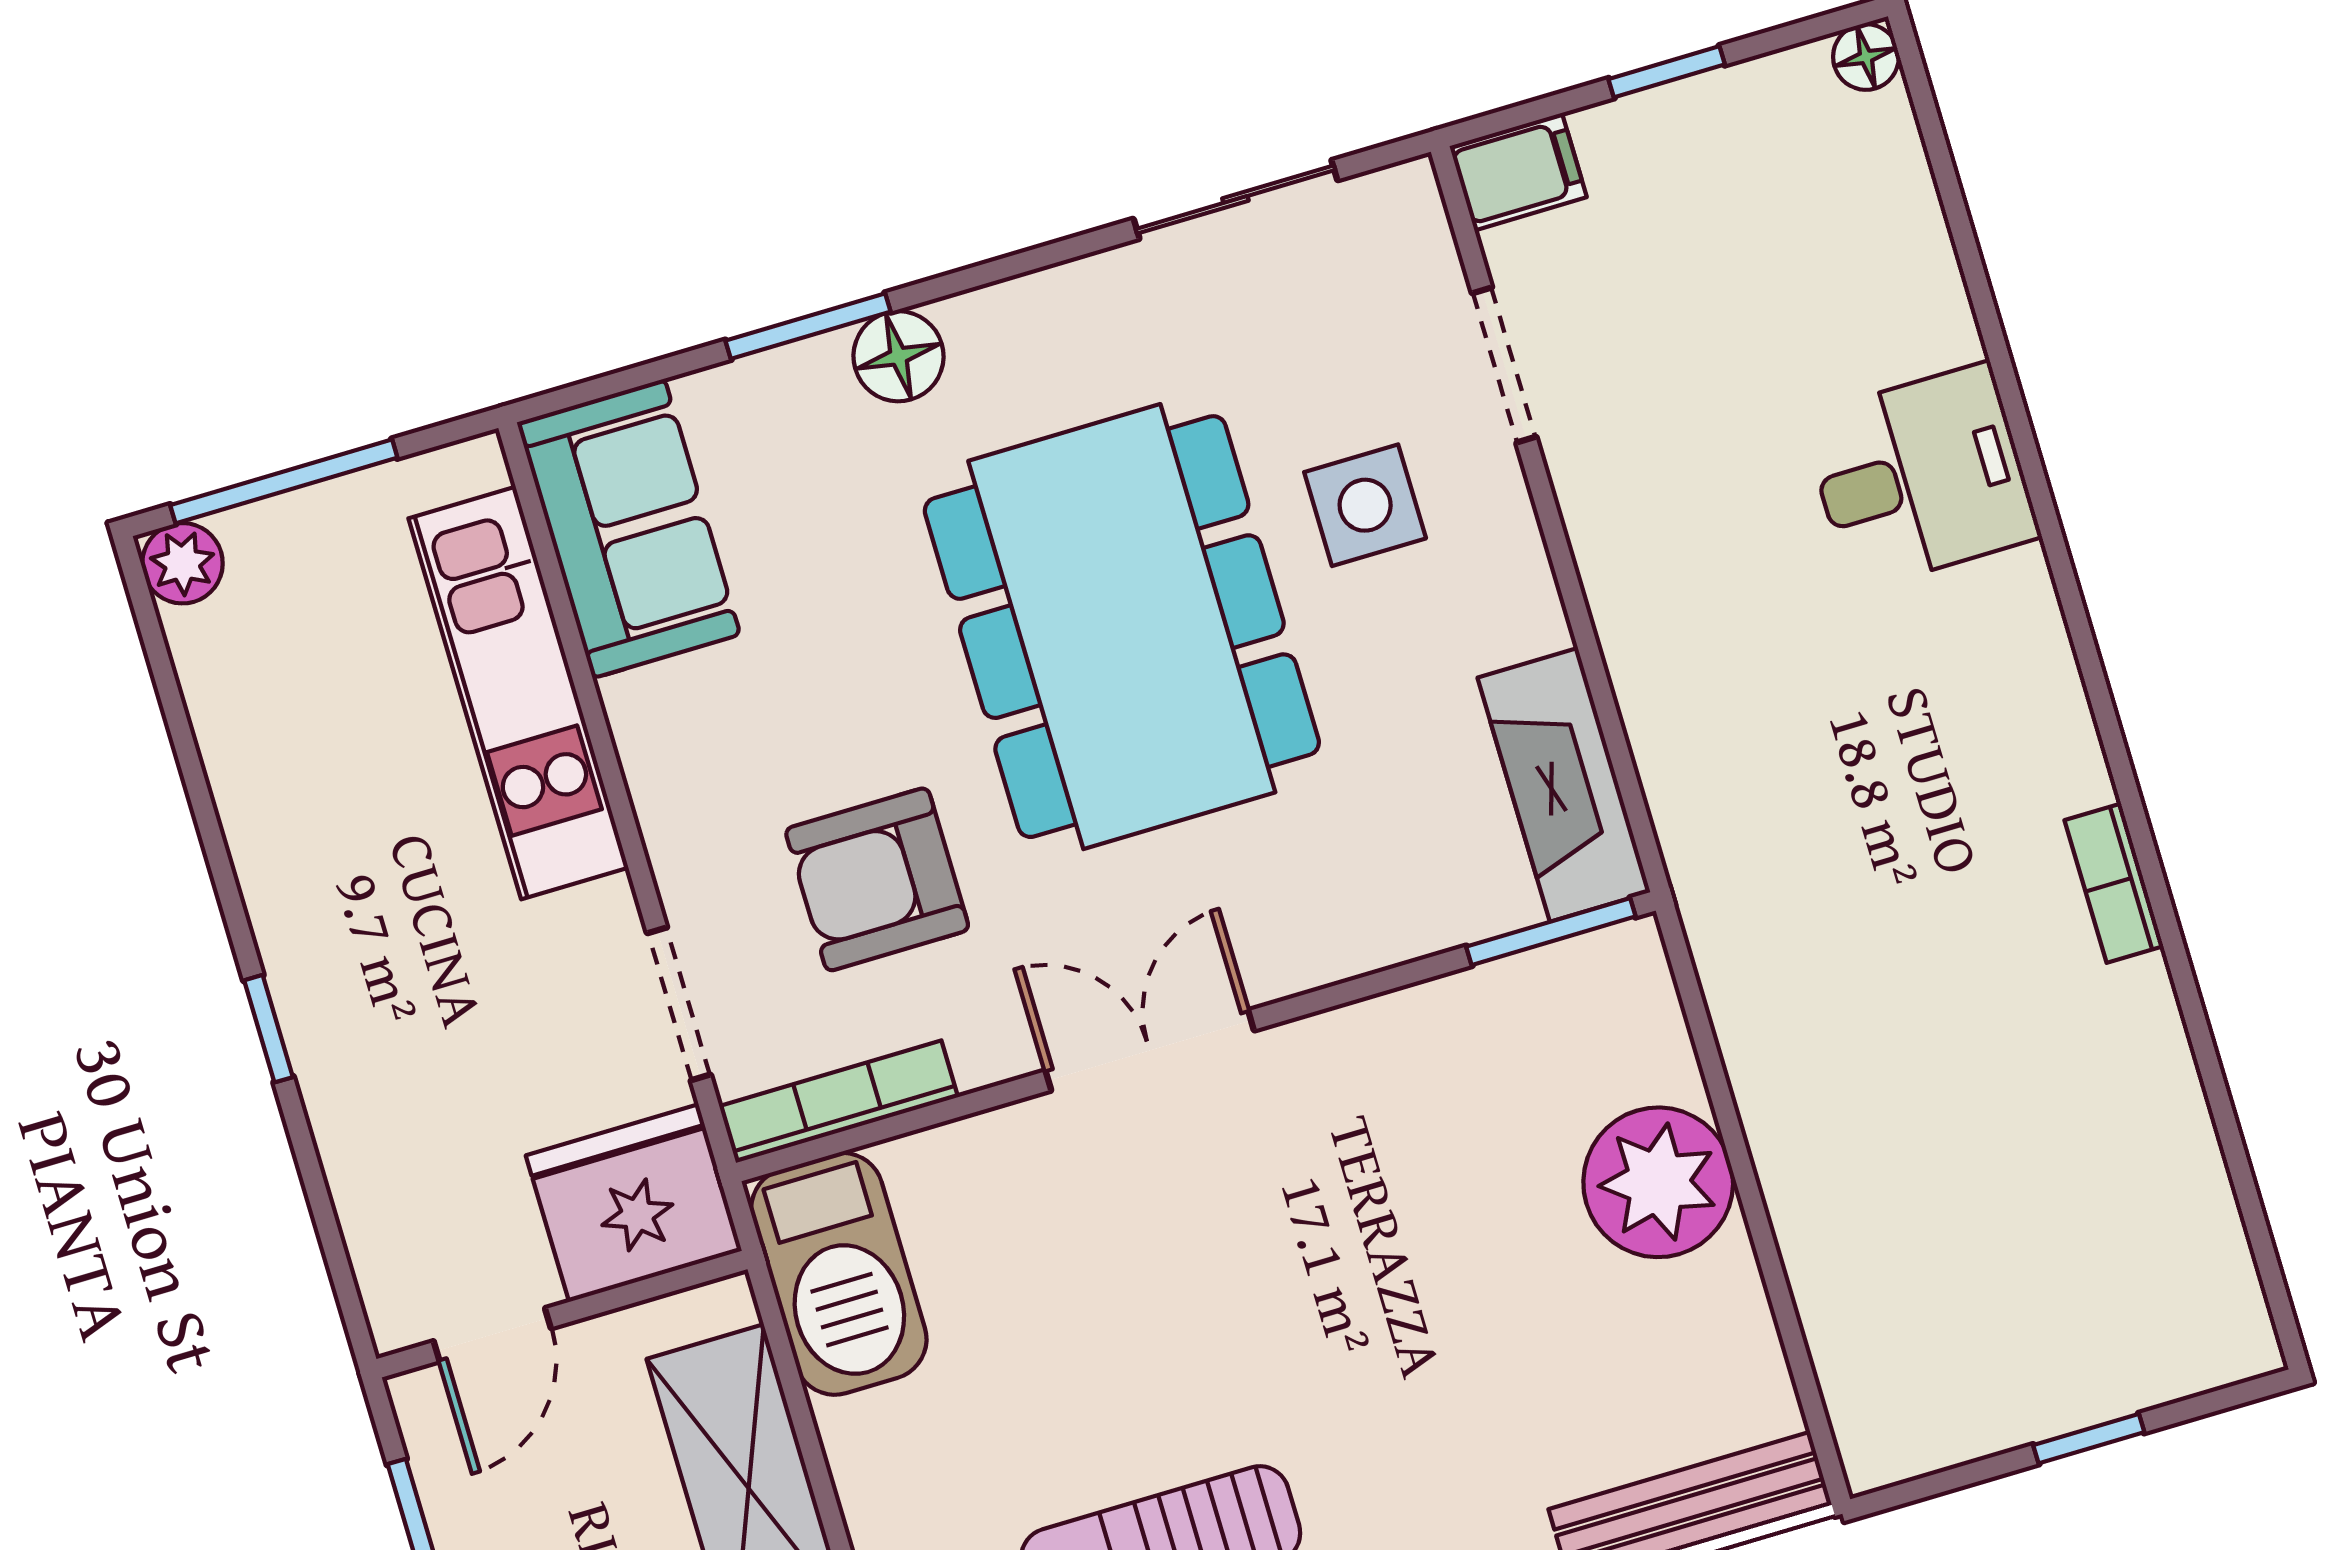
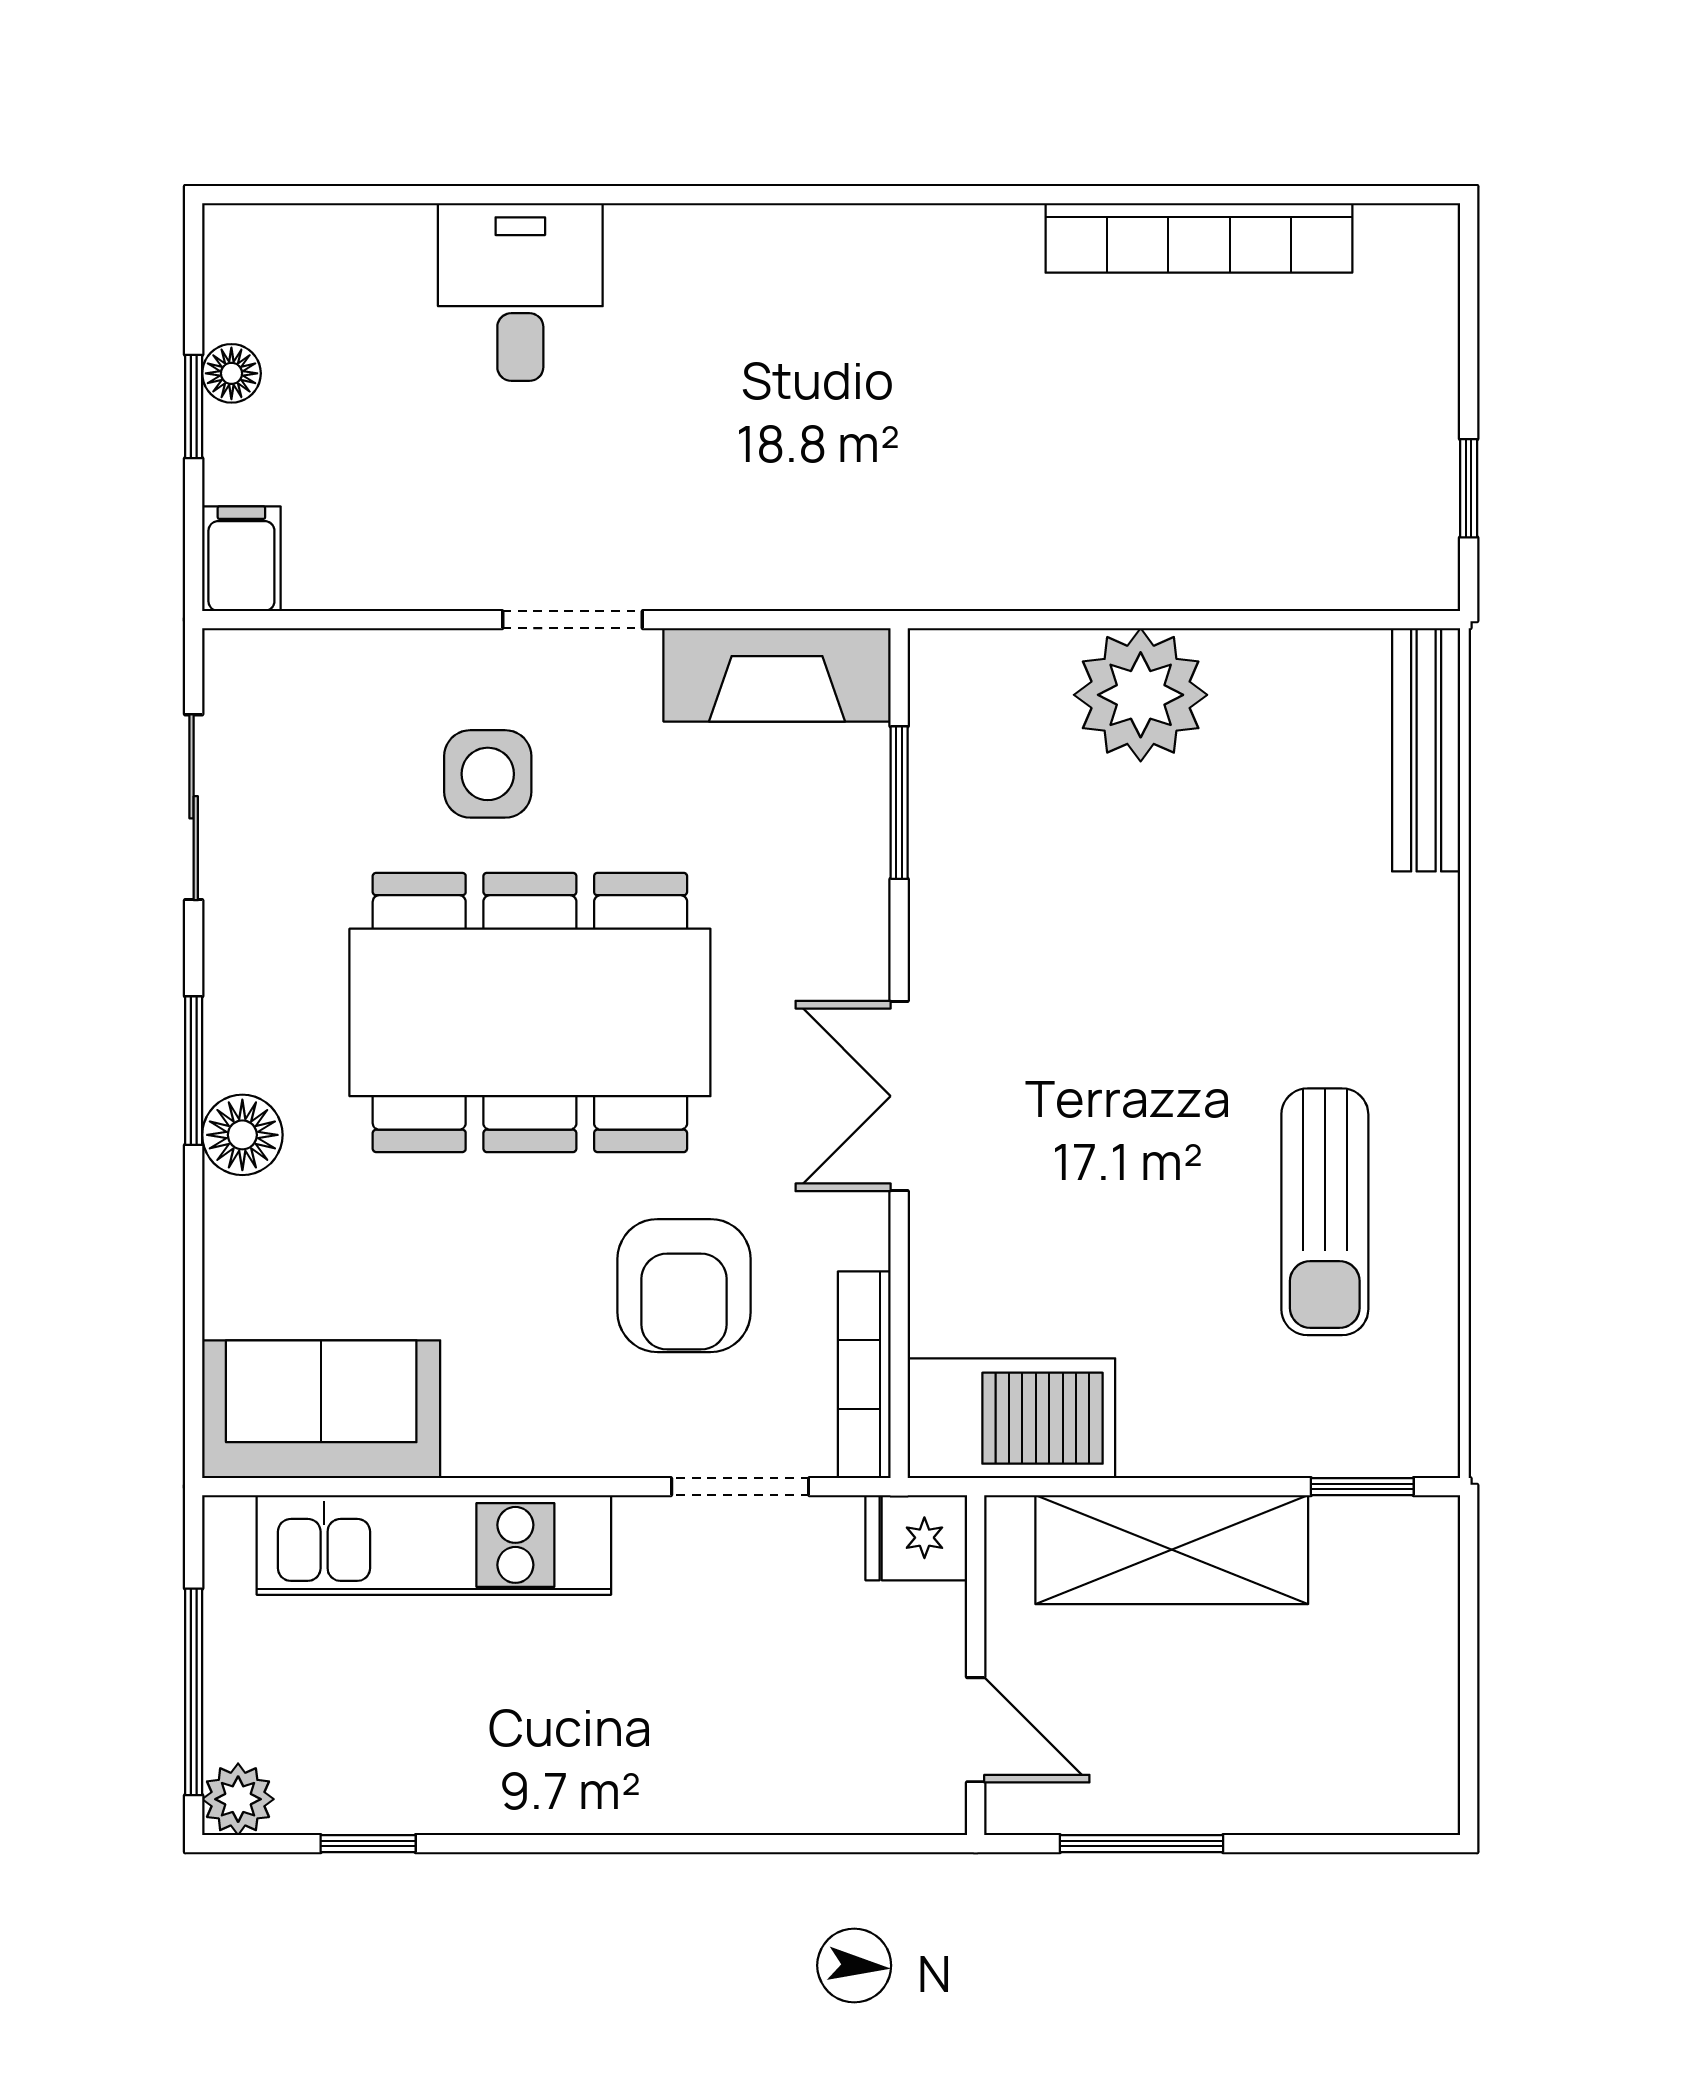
floor lamp: (1866, 57) -> (231, 373), moved
window: (808, 326) -> (194, 1071), moved
doorway: (1504, 365) -> (573, 620), moved
desk: (1921, 477) -> (520, 292), moved
bookcase: (2114, 883) -> (1199, 238), moved, width x2.31, depth x1.31
window: (1551, 932) -> (899, 803), moved
window: (269, 1029) -> (368, 1844), moved
fridge: (634, 1203) -> (916, 1538), width x0.53, depth x0.75
window: (2089, 1439) -> (1469, 488), moved

